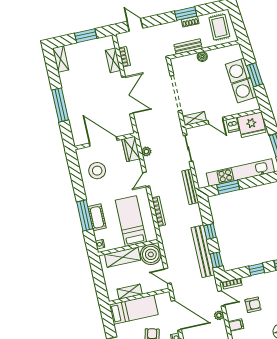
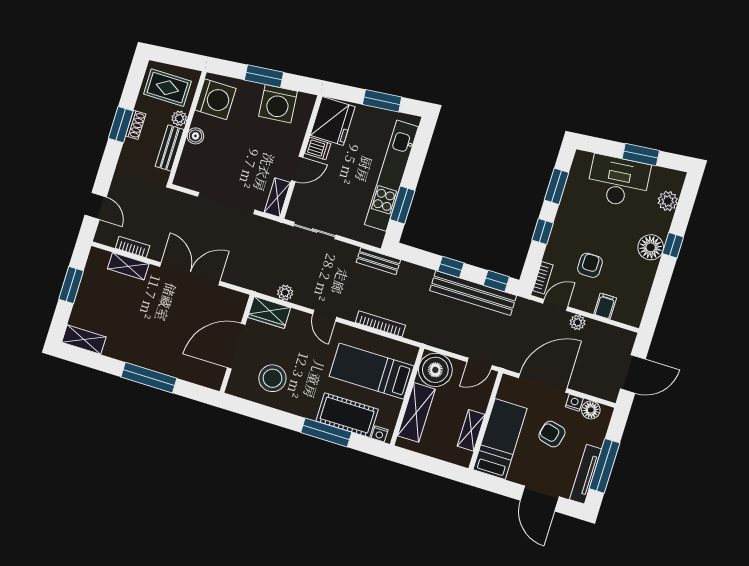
door: (135, 25) -> (96, 206), swing flipped
plant: (207, 43) -> (179, 118), added
washing machine: (238, 71) -> (215, 99), moved, turned -85
bench: (190, 187) -> (378, 261), width x0.73
cot: (97, 217) -> (347, 415), width x1.37, depth x1.34

